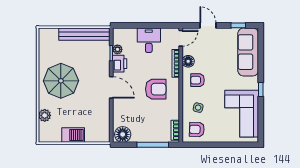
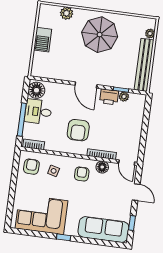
door: (208, 25) -> (136, 192), hinge flipped
plant: (53, 32) -> (150, 34), added
desk: (149, 40) -> (38, 112), moved, turned 180
door: (111, 87) -> (86, 85), hinge flipped

